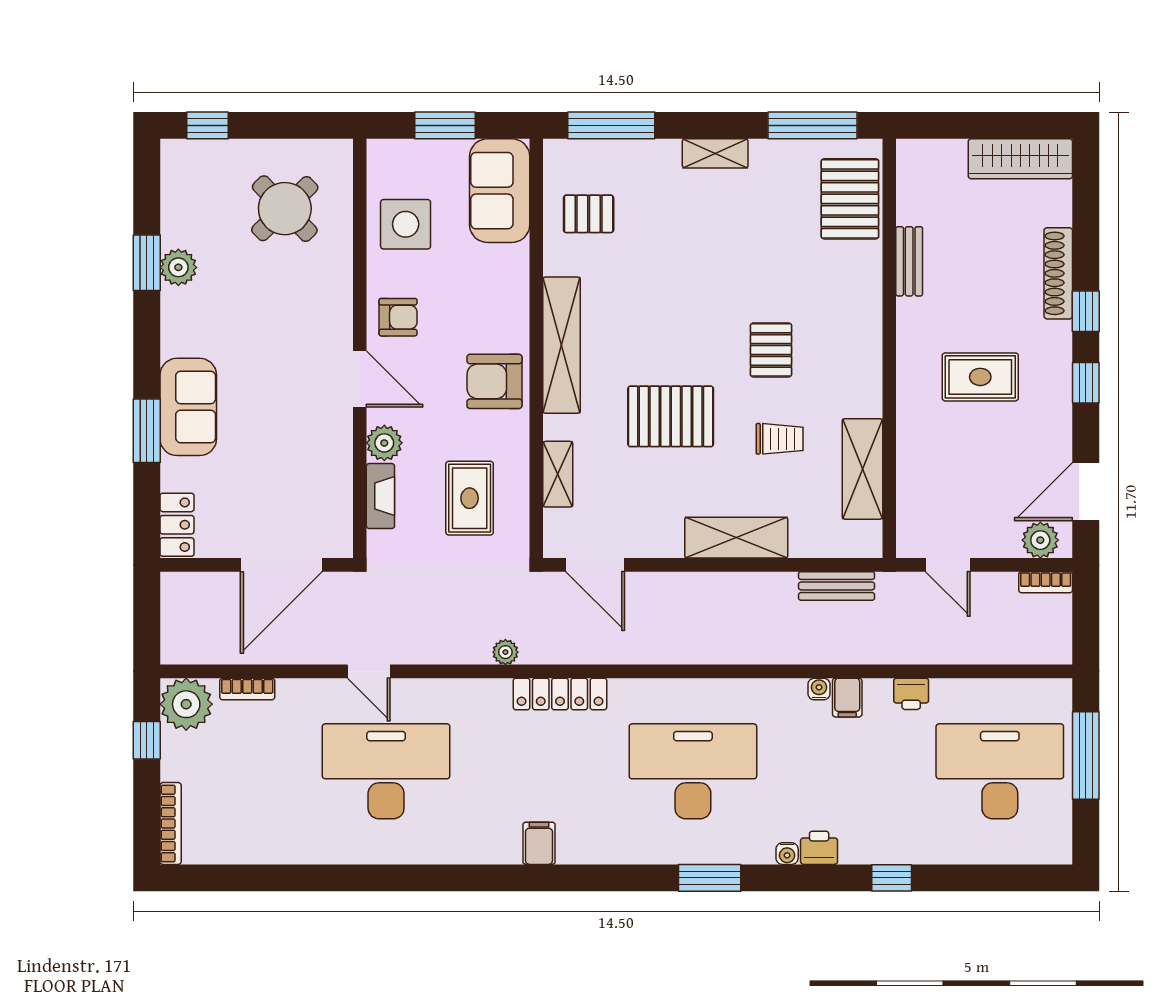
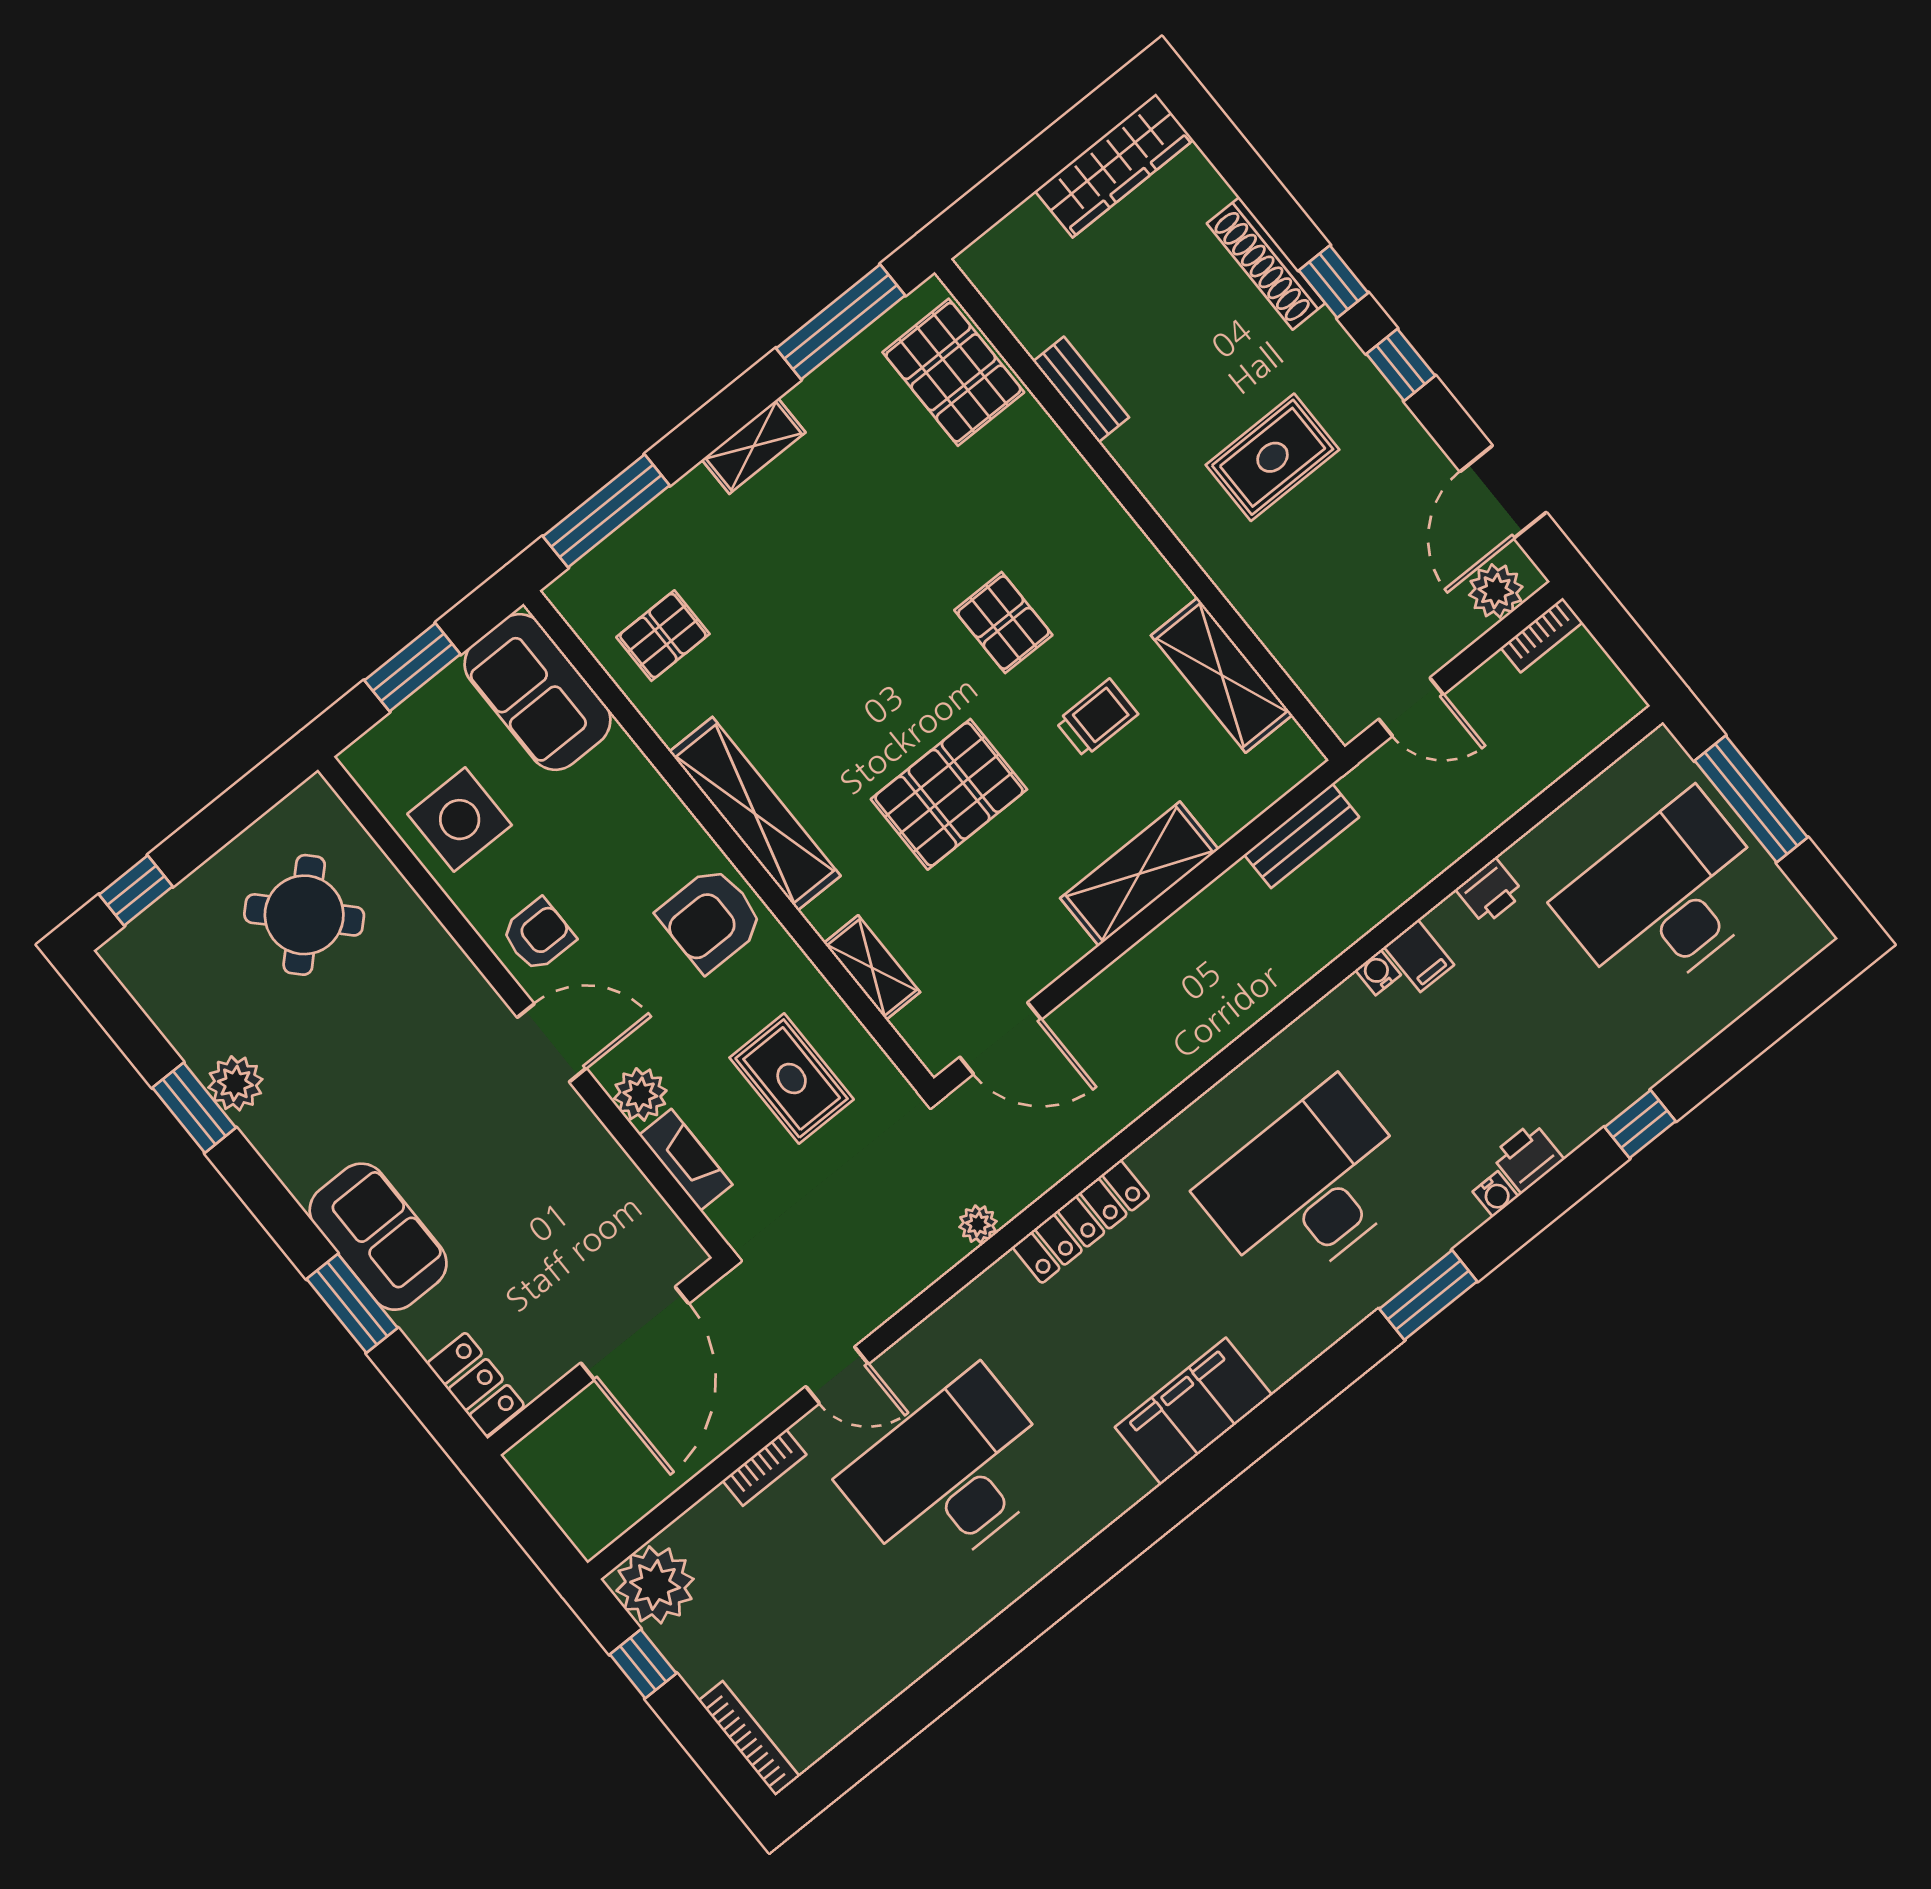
bookcase: (247, 689) -> (764, 1468), moved
filing cabinet: (539, 843) -> (1194, 1411), width x3.00, depth x1.17

